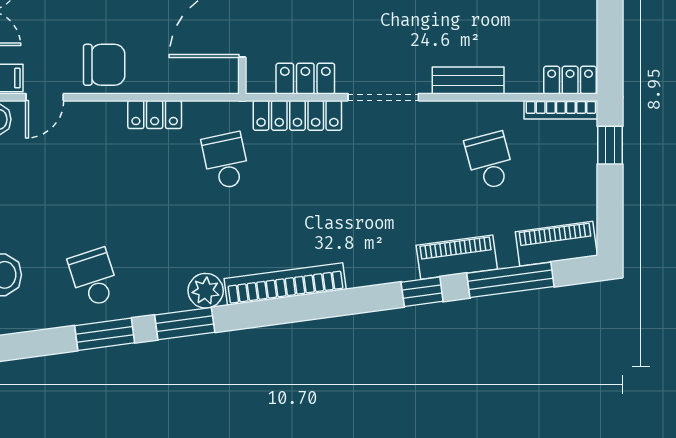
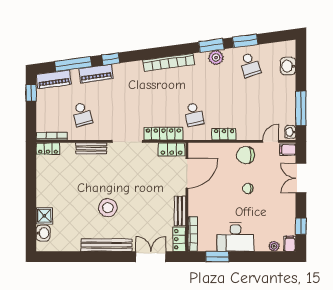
locker: (305, 79) -> (172, 149), moved
window: (610, 145) -> (31, 93), moved
plant: (206, 291) -> (216, 58), moved

